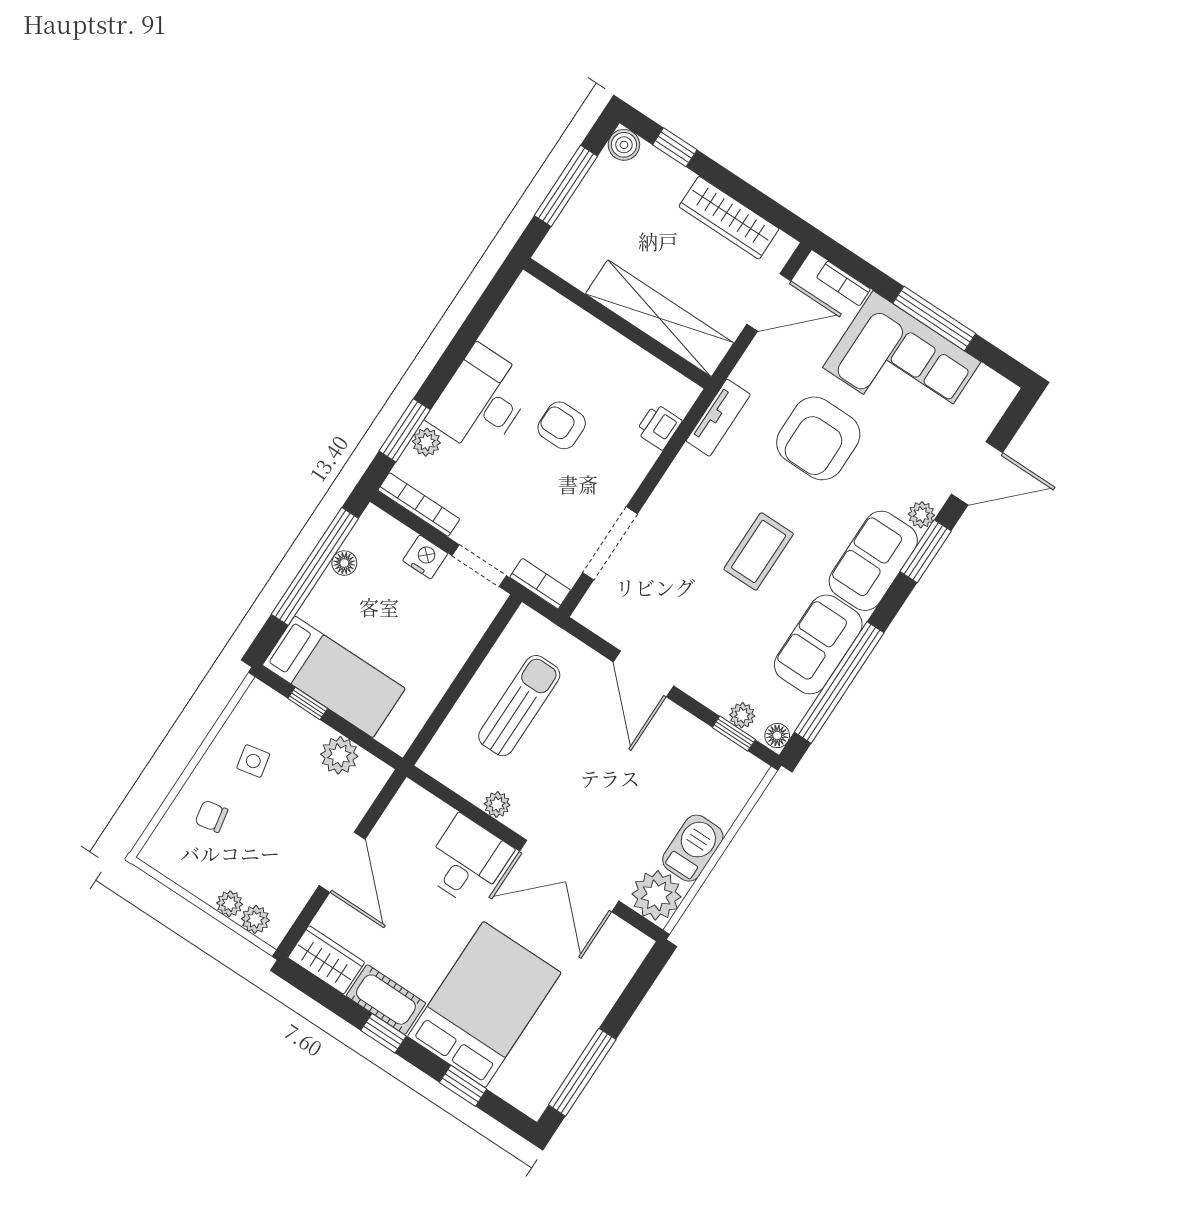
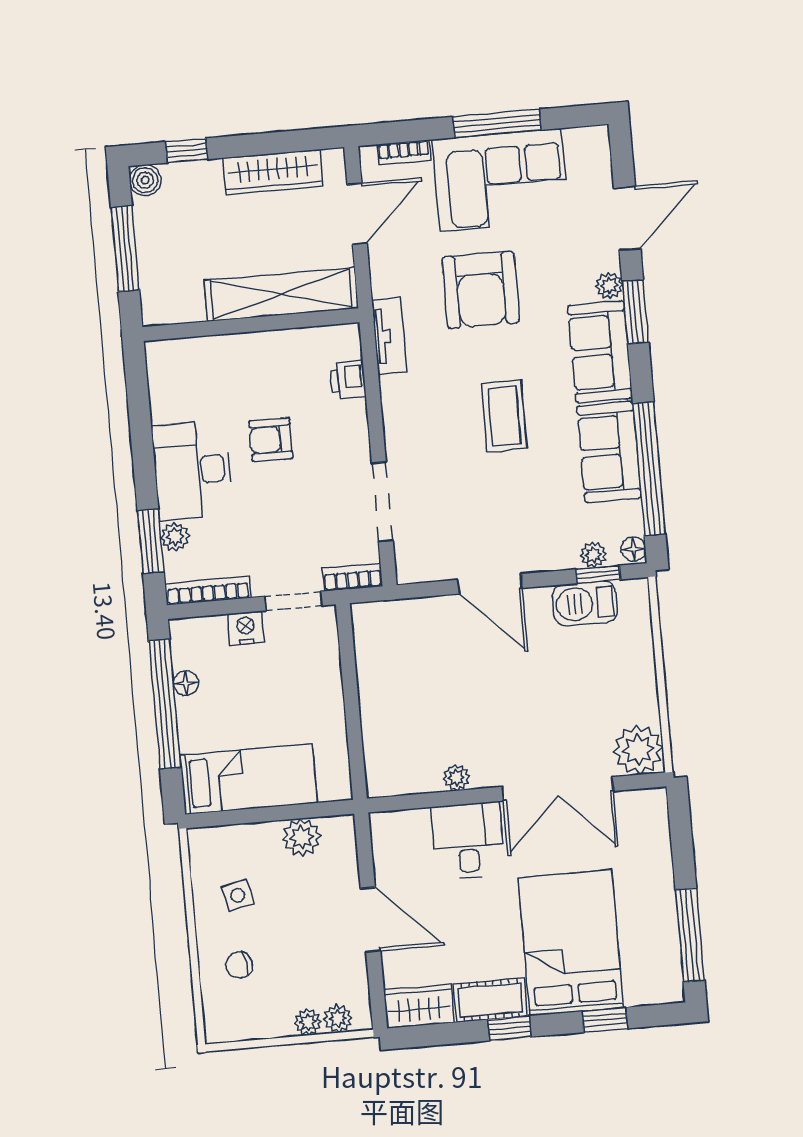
window: (308, 704) -> (245, 816), removed
sun lounger: (519, 706) -> (412, 686), removed
barbecue: (693, 848) -> (585, 603), moved, turned -90

